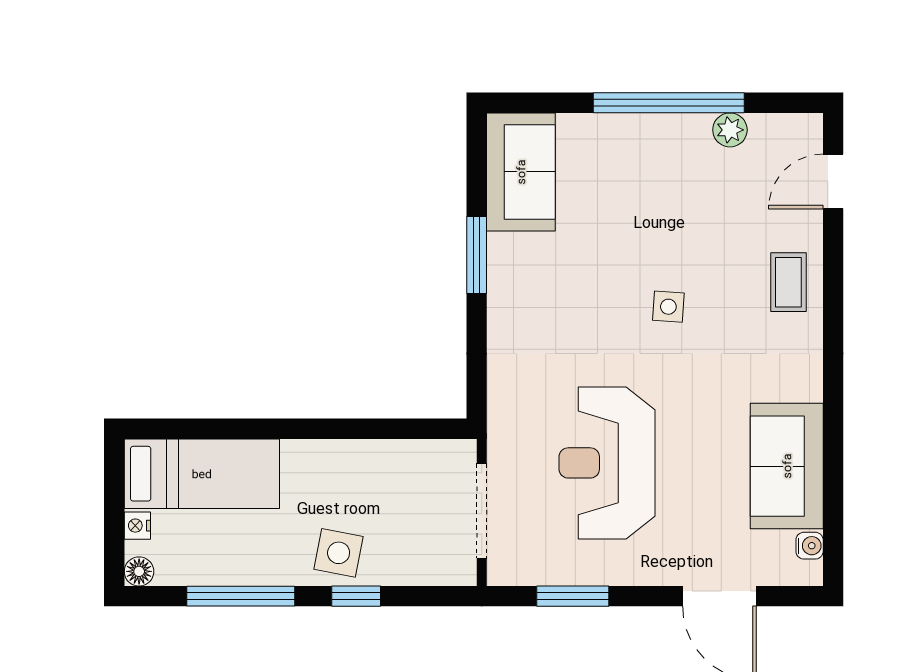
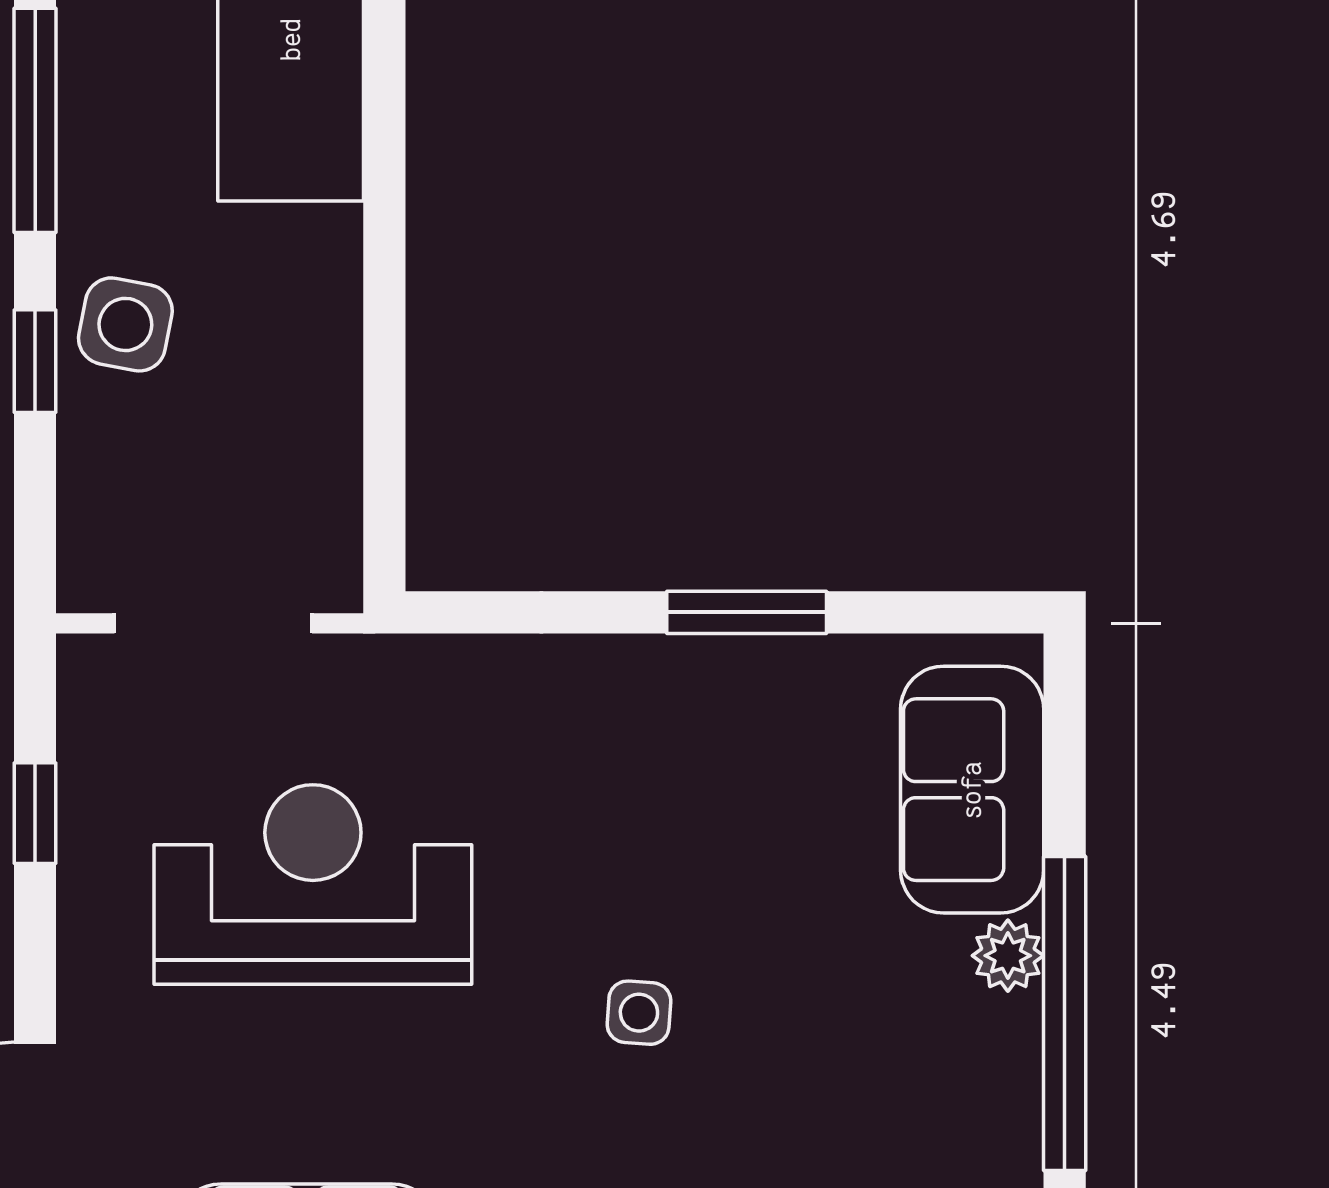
plant: (730, 130) -> (1008, 956), moved
sofa: (521, 172) -> (972, 790), moved, turned 90
window: (573, 596) -> (35, 813), width x0.67

